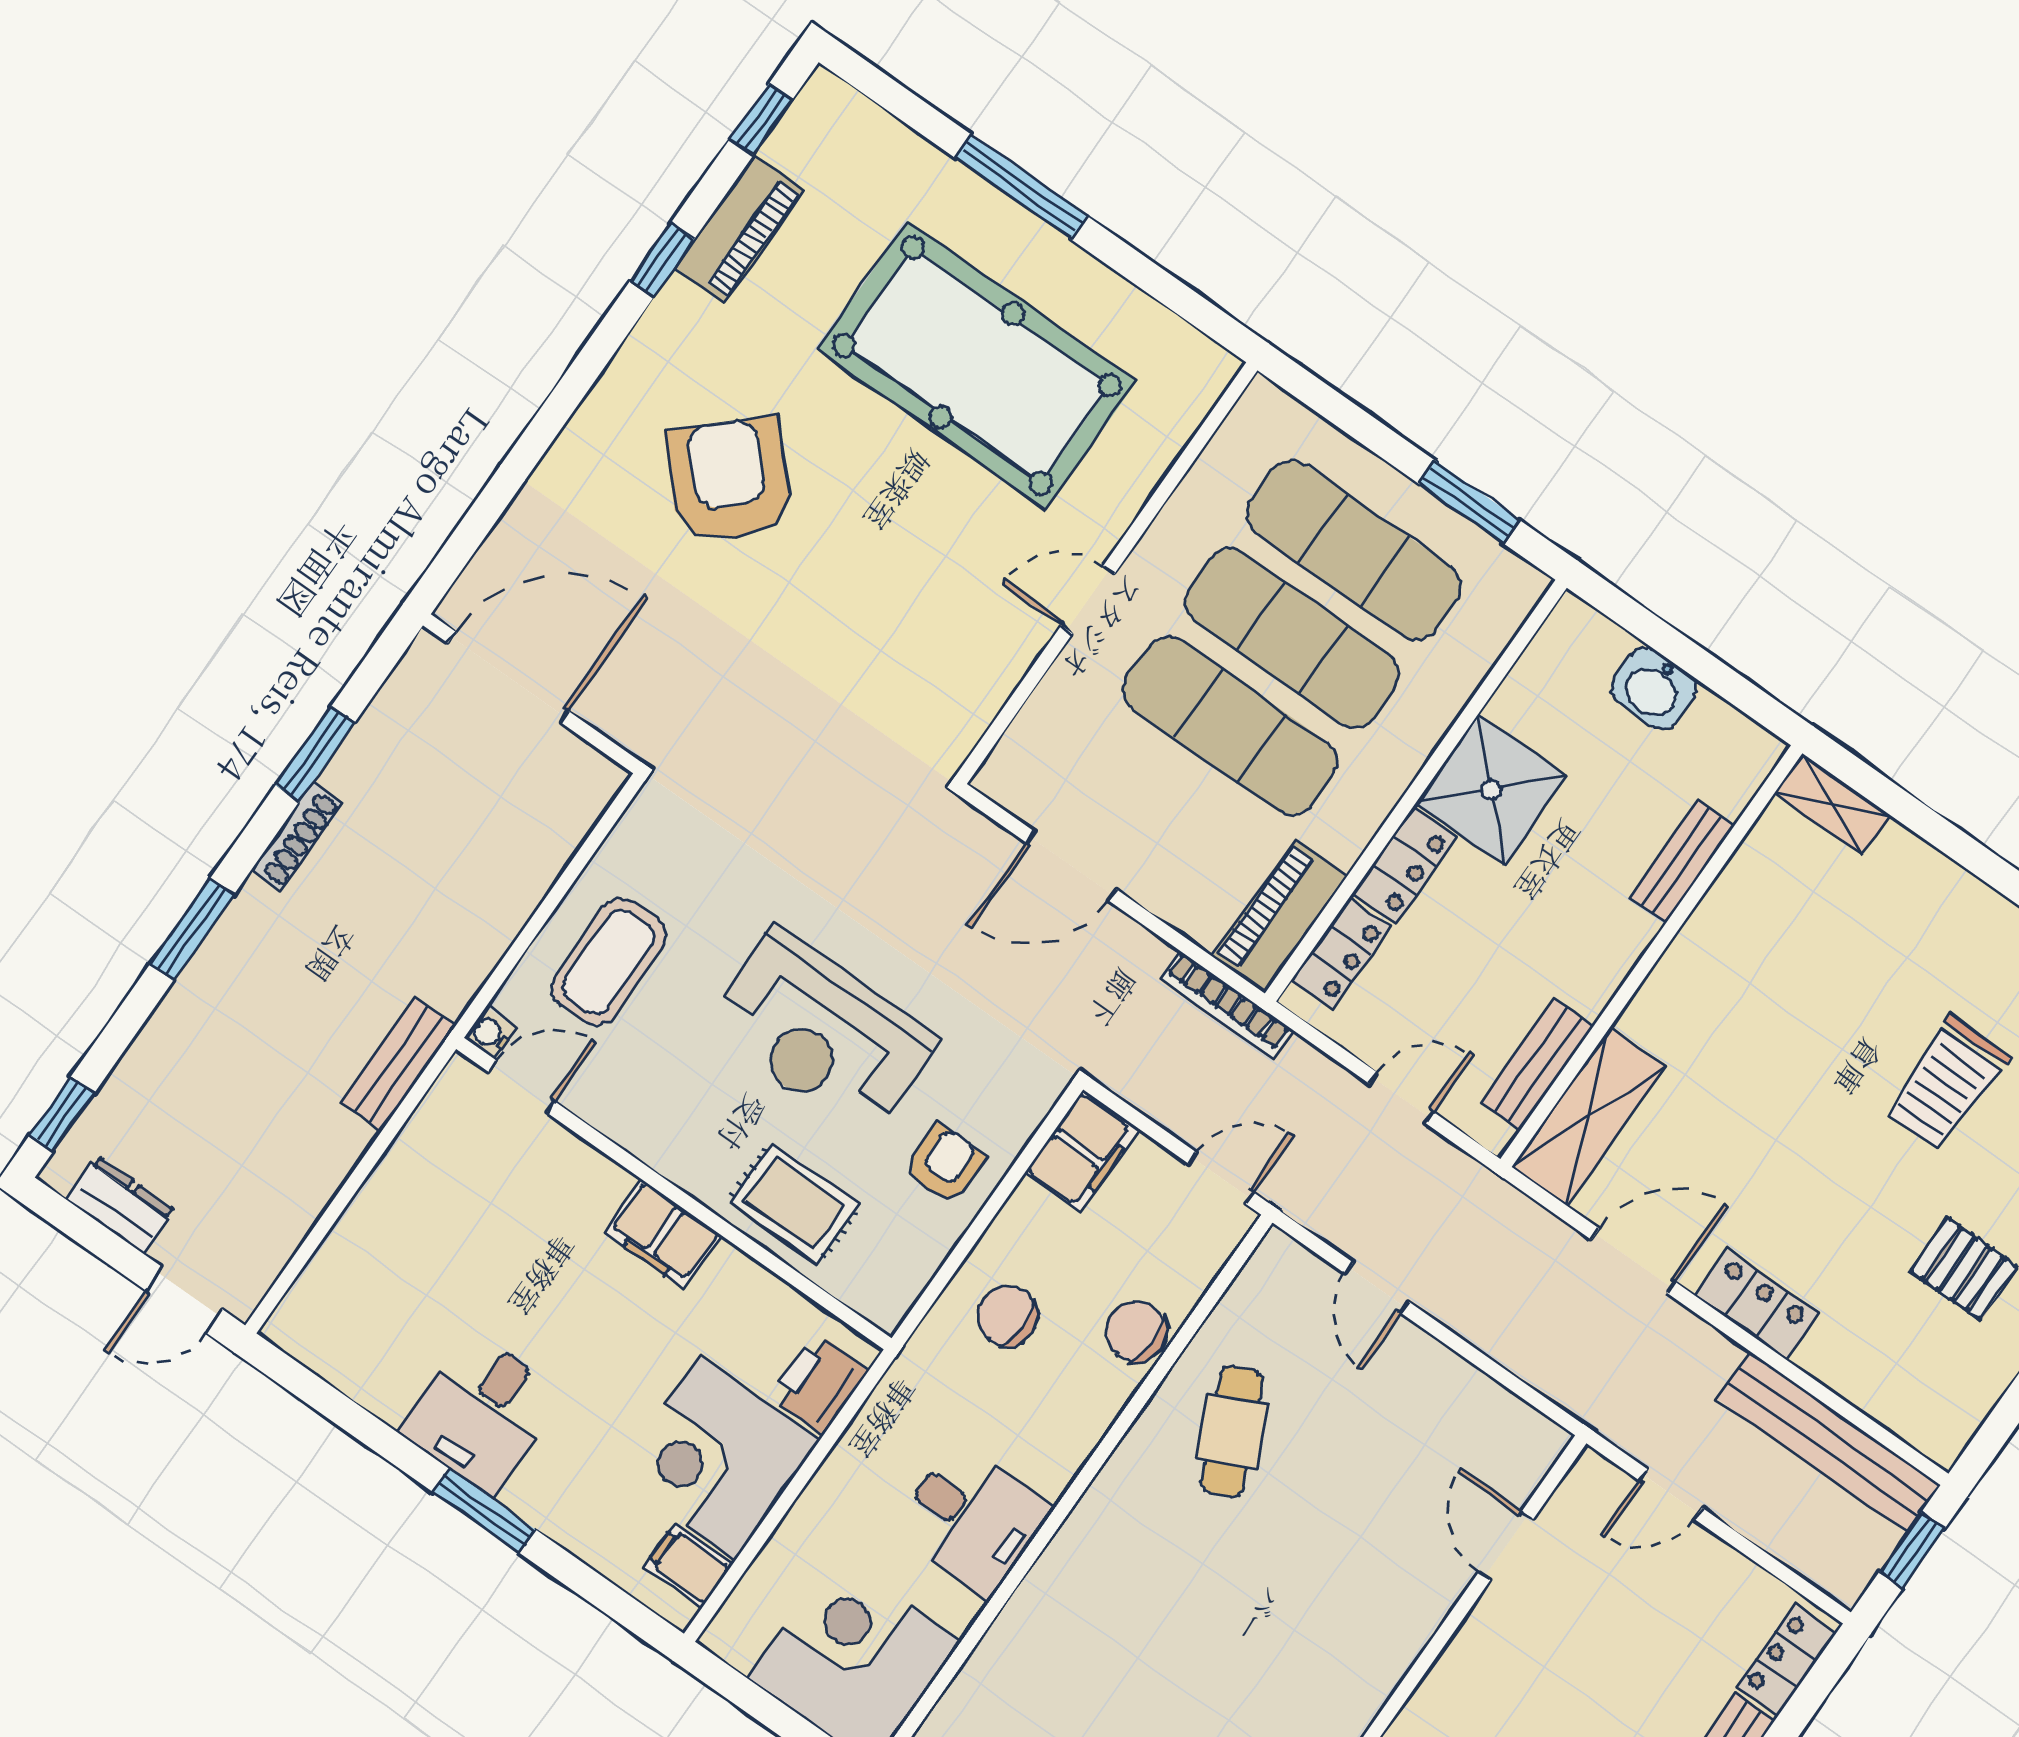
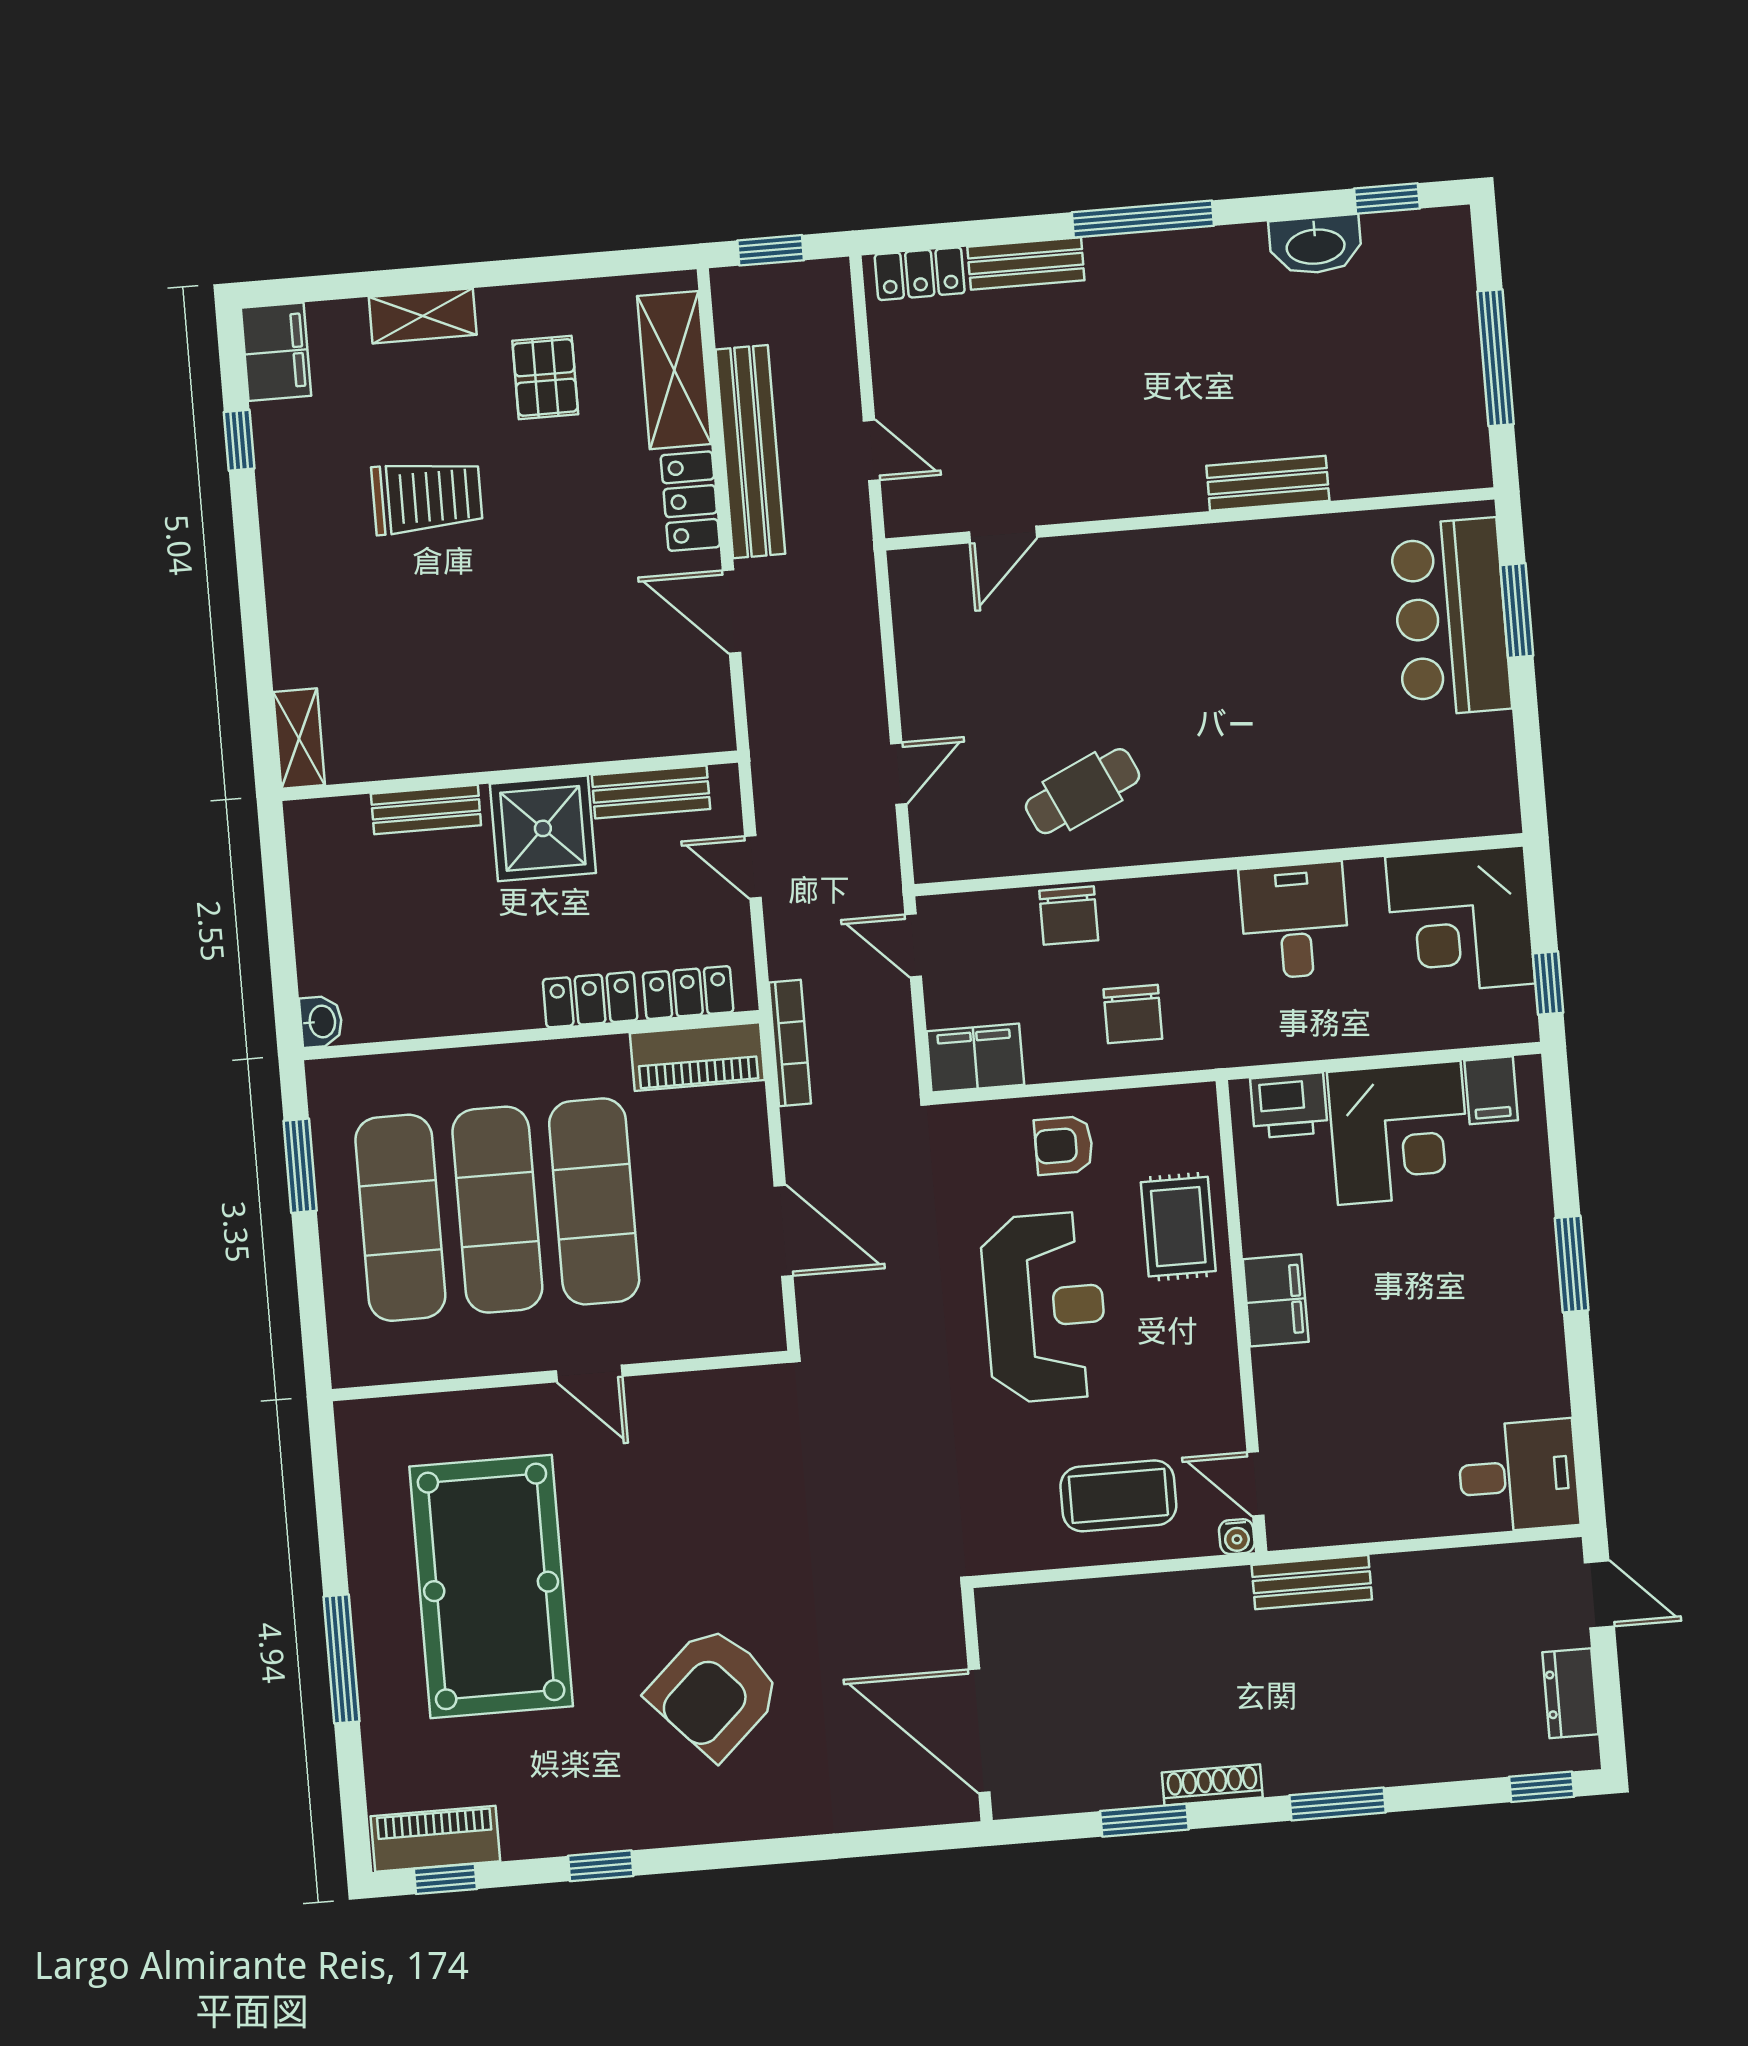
piano: (739, 229) -> (435, 1839), moved
washbasin: (1654, 688) -> (321, 1022), moved, width x0.72, depth x0.69
shower: (1491, 790) -> (543, 828), moved
shelving: (1588, 1117) -> (674, 370), moved, turned 90
desk: (481, 1413) -> (1518, 1476), moved
bench: (1829, 1442) -> (750, 452), moved
window: (739, 1690) -> (1548, 983), added

